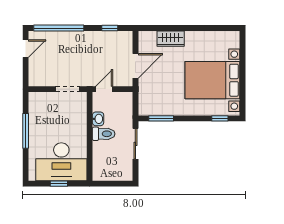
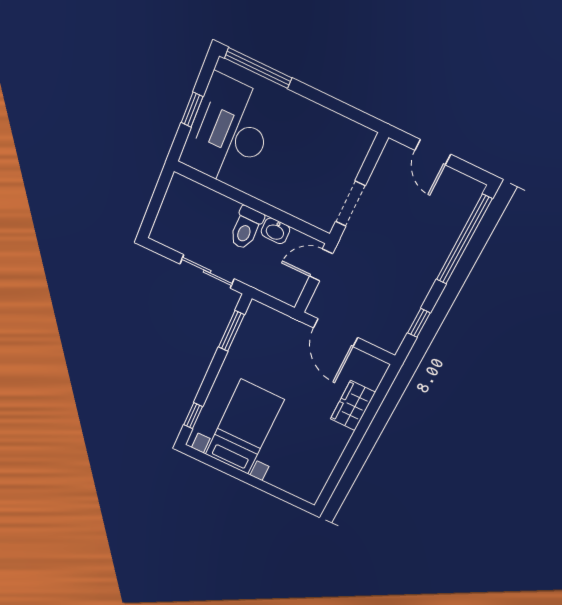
door: (26, 49) -> (433, 152), moved
bed with nightstands: (212, 80) -> (244, 427), width x0.73
door: (104, 89) -> (321, 265), swing flipped
window: (26, 131) -> (258, 68), moved

